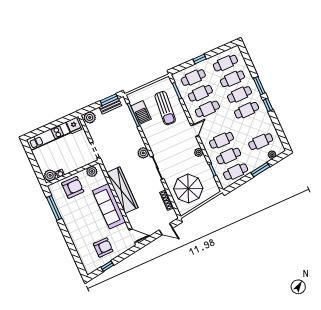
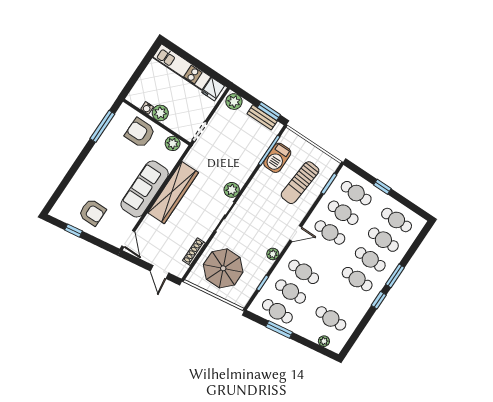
window: (260, 170) -> (279, 329), moved
plant: (50, 175) -> (160, 113), moved
armchair: (73, 187) -> (140, 133), turned 180

